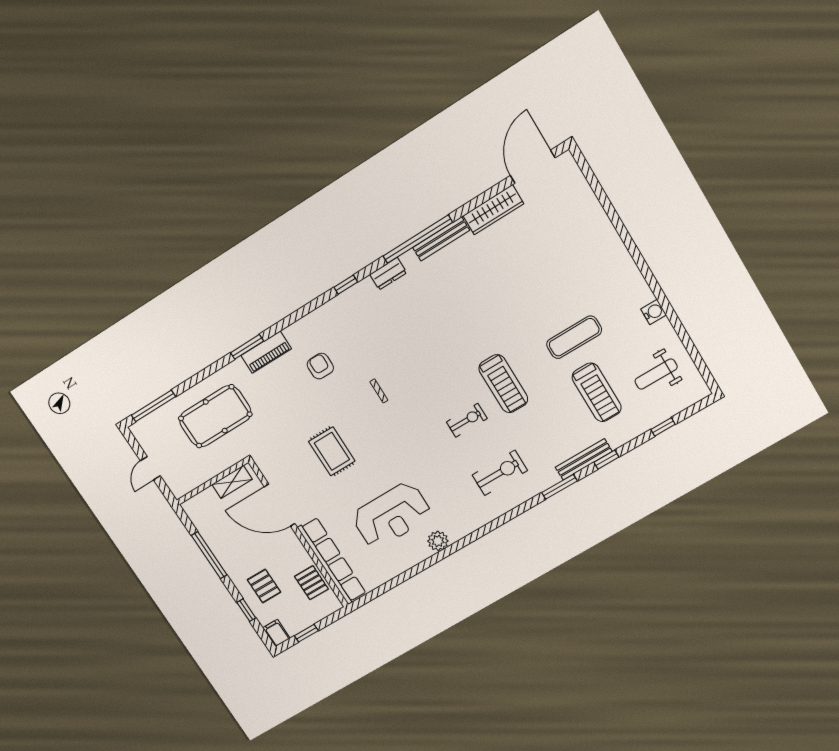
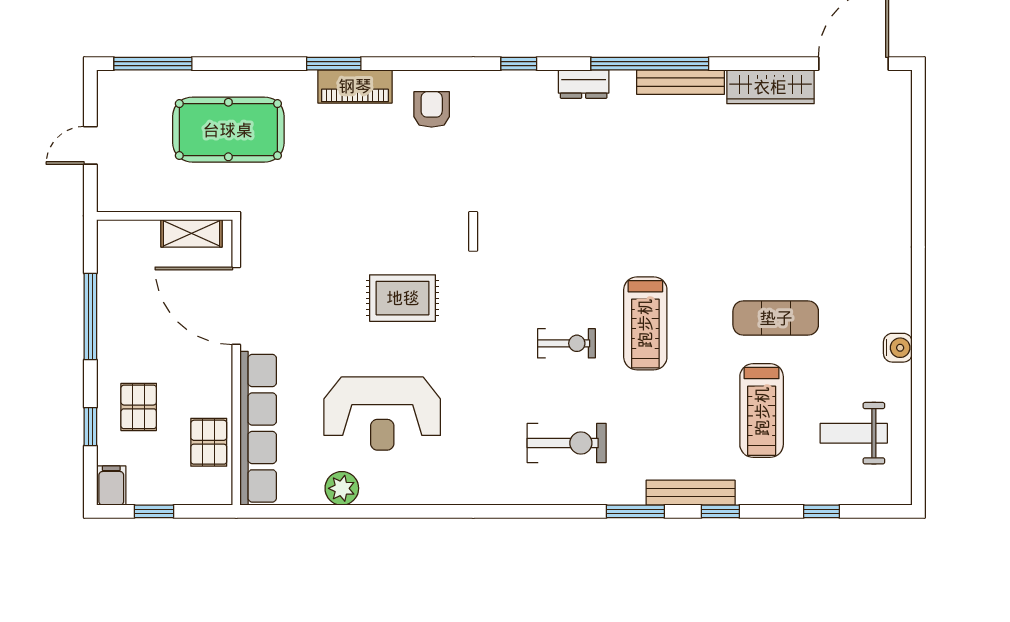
armchair: (320, 366) -> (432, 109), moved
rug: (332, 451) -> (403, 298), moved, turned 90
plant: (438, 541) -> (342, 488), moved

